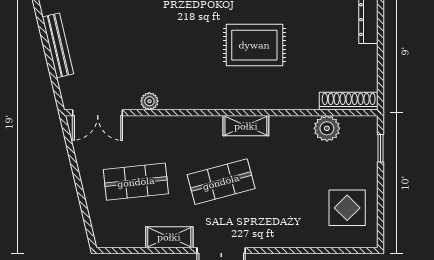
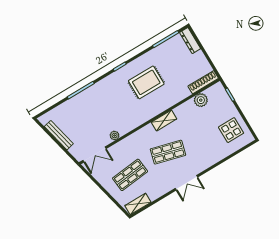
shop shelf: (221, 182) -> (168, 152), turned 30
shelving: (169, 237) -> (138, 204), moved

